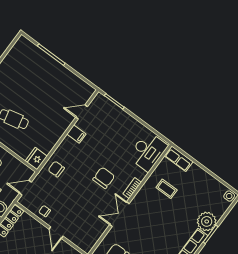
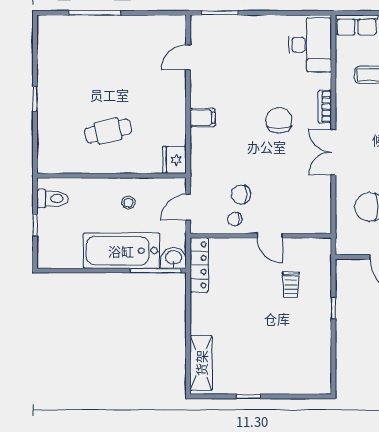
filing cabinet: (76, 134) -> (202, 118), moved
chair: (56, 169) -> (241, 194), moved

